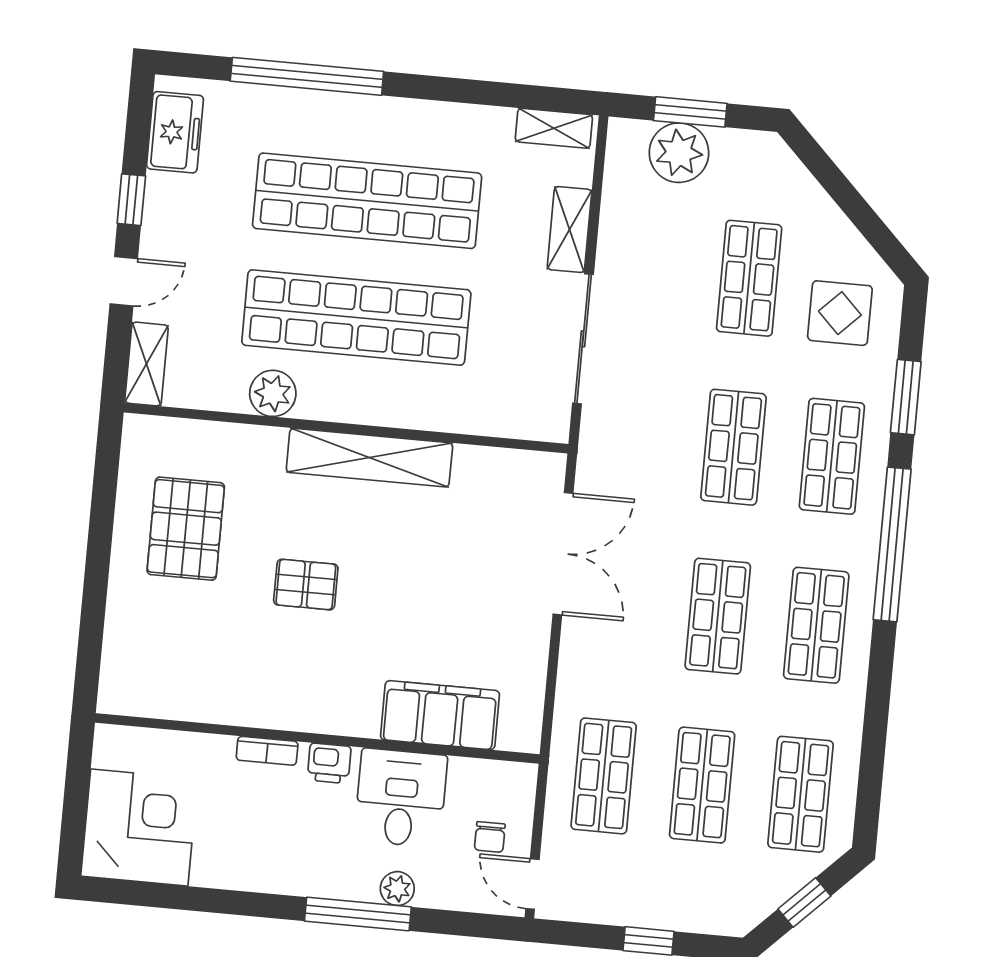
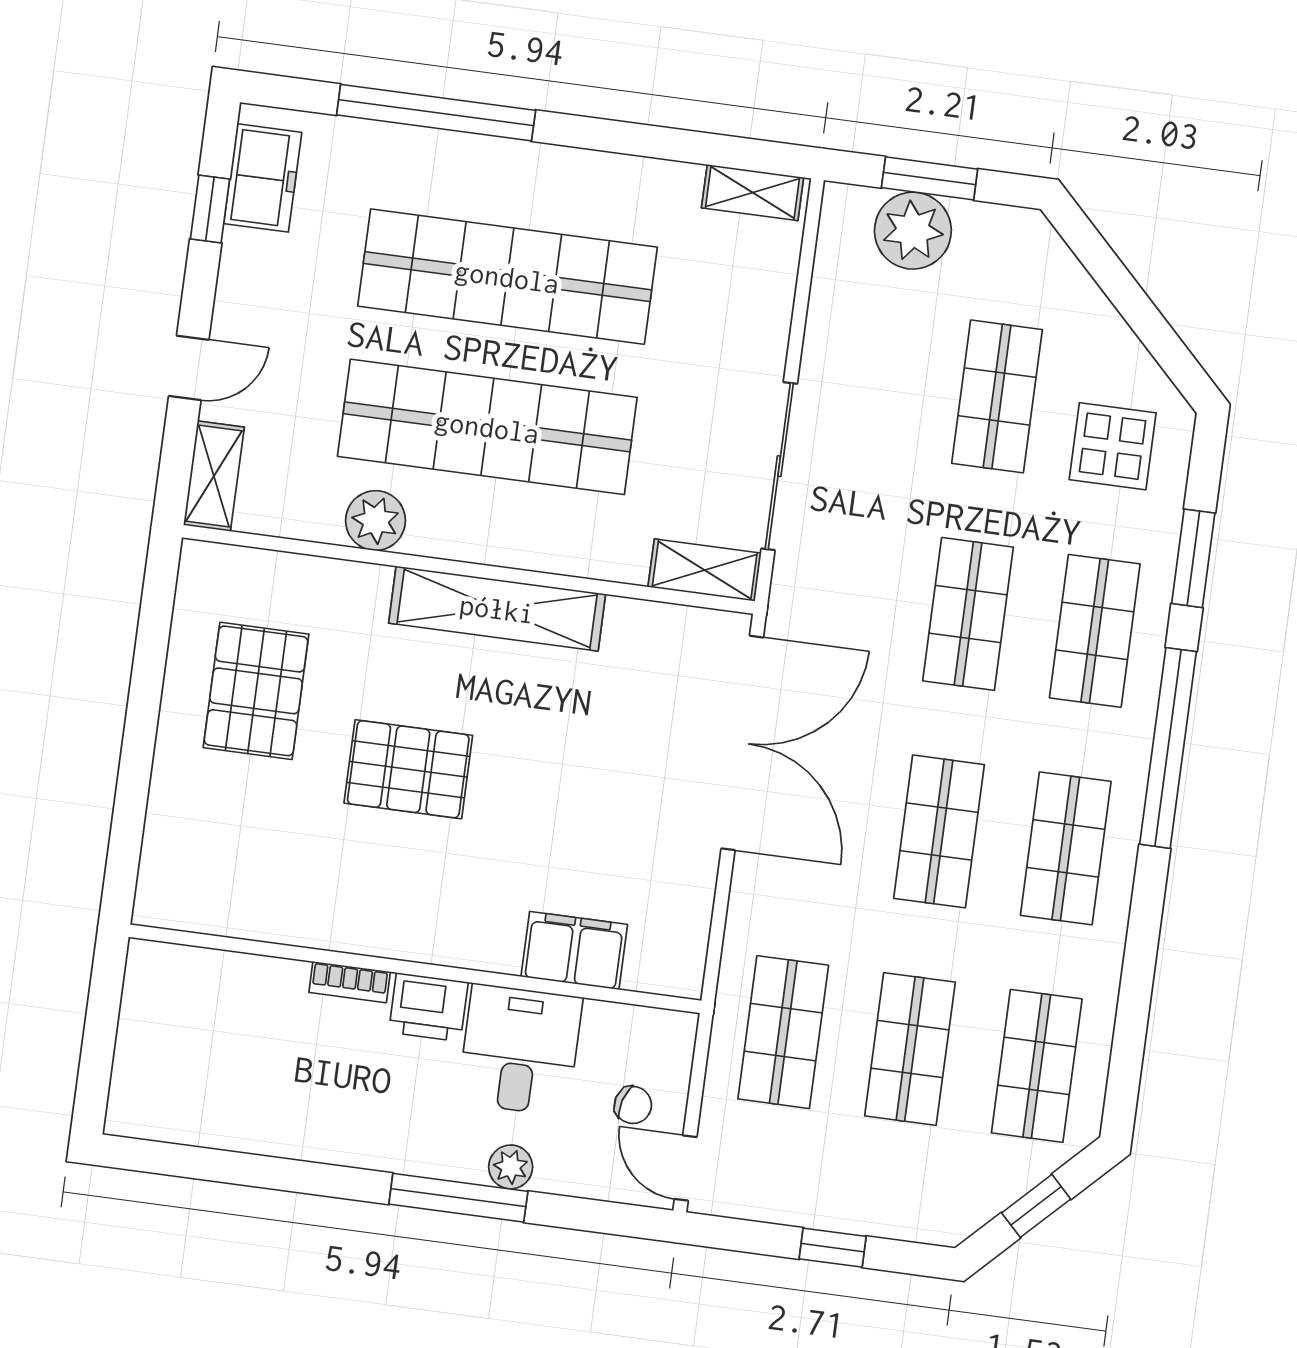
window: (131, 200) -> (210, 209), moved
shelving: (569, 230) -> (705, 570), moved, turned 90
double door: (563, 554) -> (742, 743), width x1.36
pallet: (306, 585) -> (408, 769), width x1.50, depth x1.42
filing cabinet: (440, 715) -> (574, 951), width x0.67, depth x0.86
printer: (329, 763) -> (428, 1007), width x1.36, depth x1.24
corner desk: (139, 828) -> (180, 1075), removed
chair: (490, 837) -> (633, 1105), turned -74

